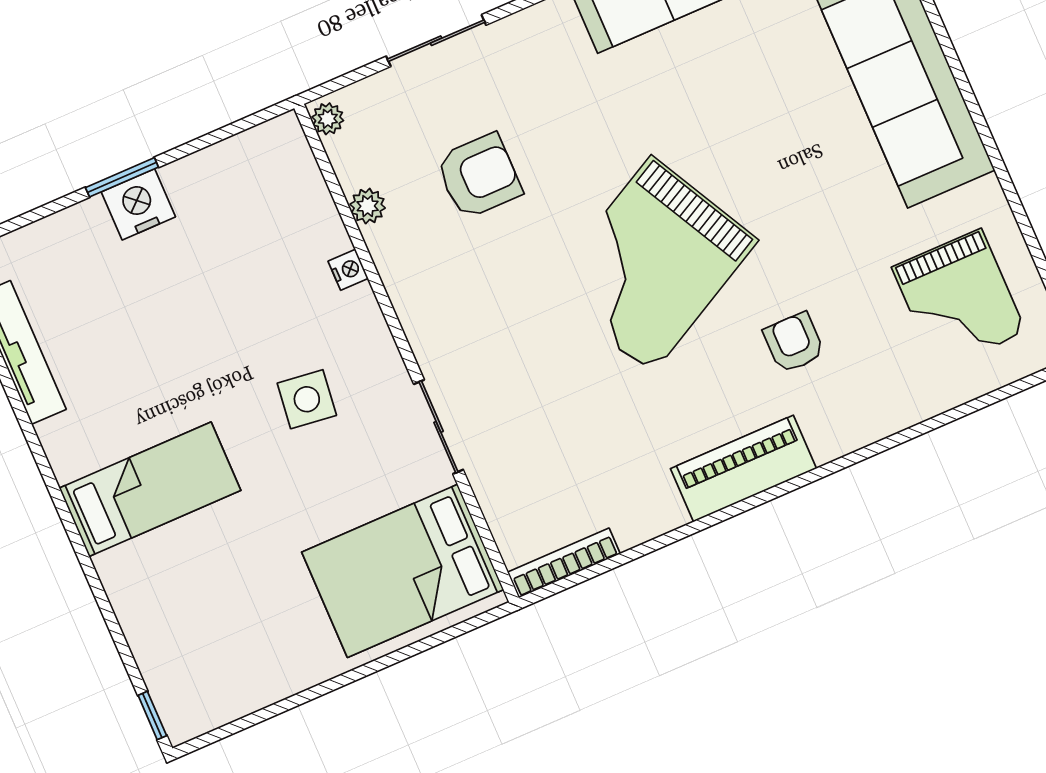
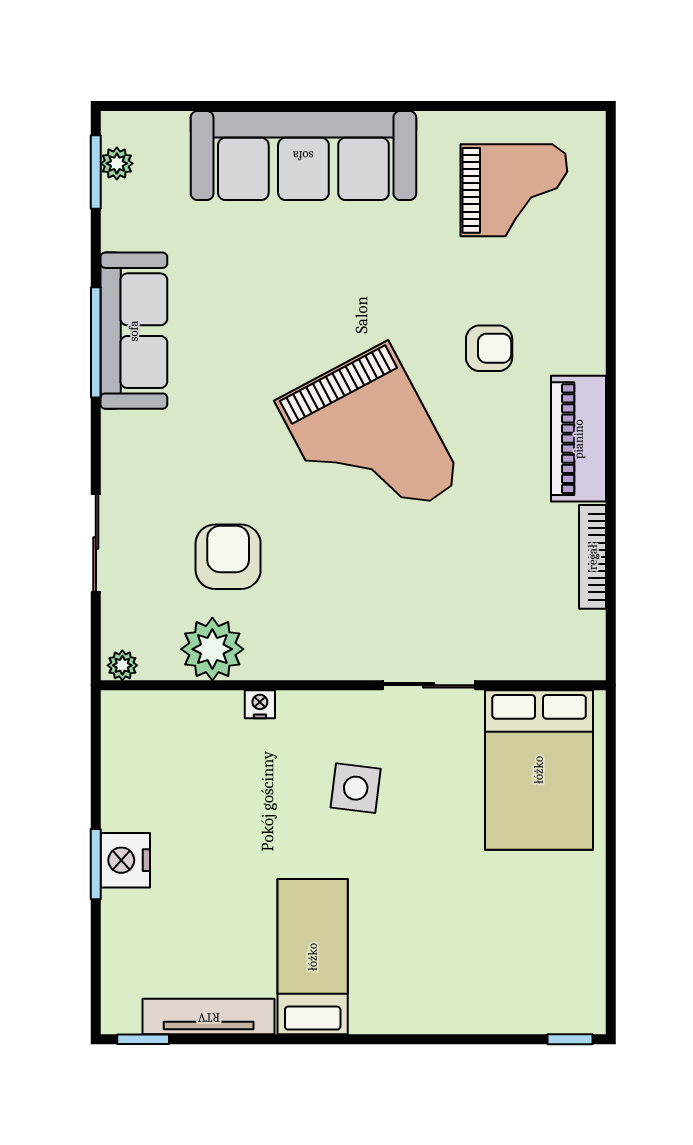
plant: (368, 206) -> (212, 649), width x1.87, depth x1.87
armchair: (794, 343) -> (489, 348), turned 180
bed: (150, 489) -> (313, 957), moved
bookcase: (564, 563) -> (593, 557), moved

